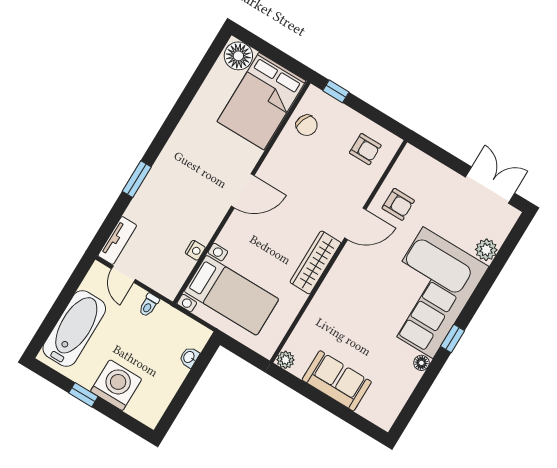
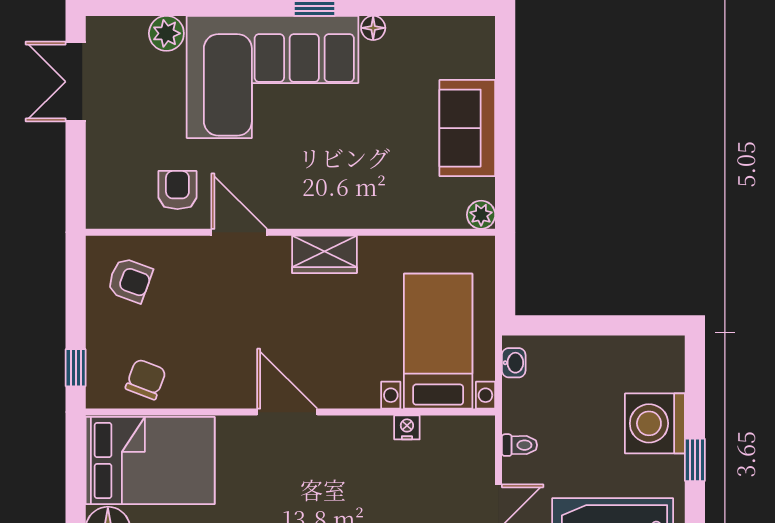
armchair: (365, 149) -> (130, 280), turned 110
wardrobe: (315, 262) -> (324, 254), width x0.67
washbasin: (189, 357) -> (514, 363), moved, turned -90

